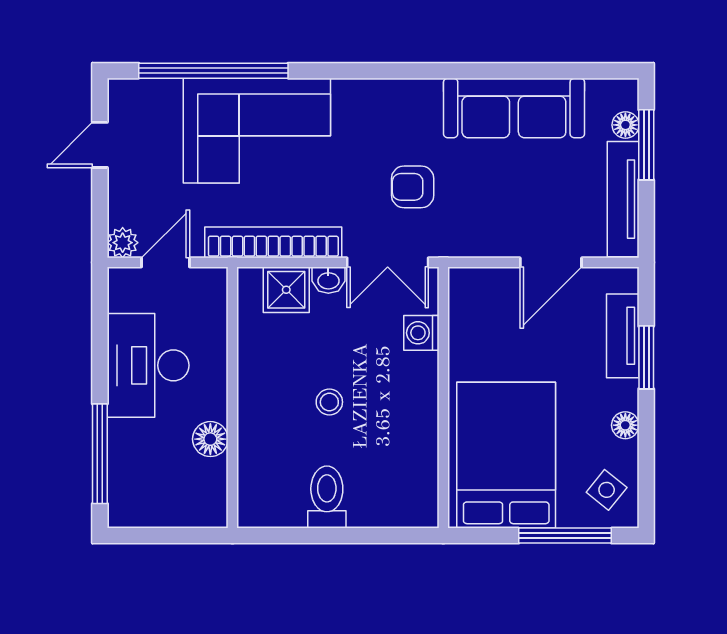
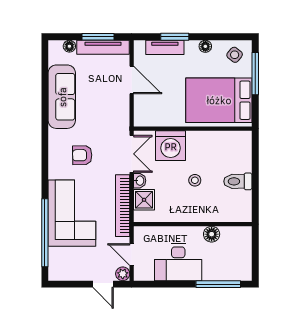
door: (100, 145) -> (103, 284), moved
window: (646, 145) -> (98, 37), moved
armchair: (413, 187) -> (82, 155), moved, turned 89
washing machine: (421, 333) -> (171, 146), width x1.89, depth x1.89

